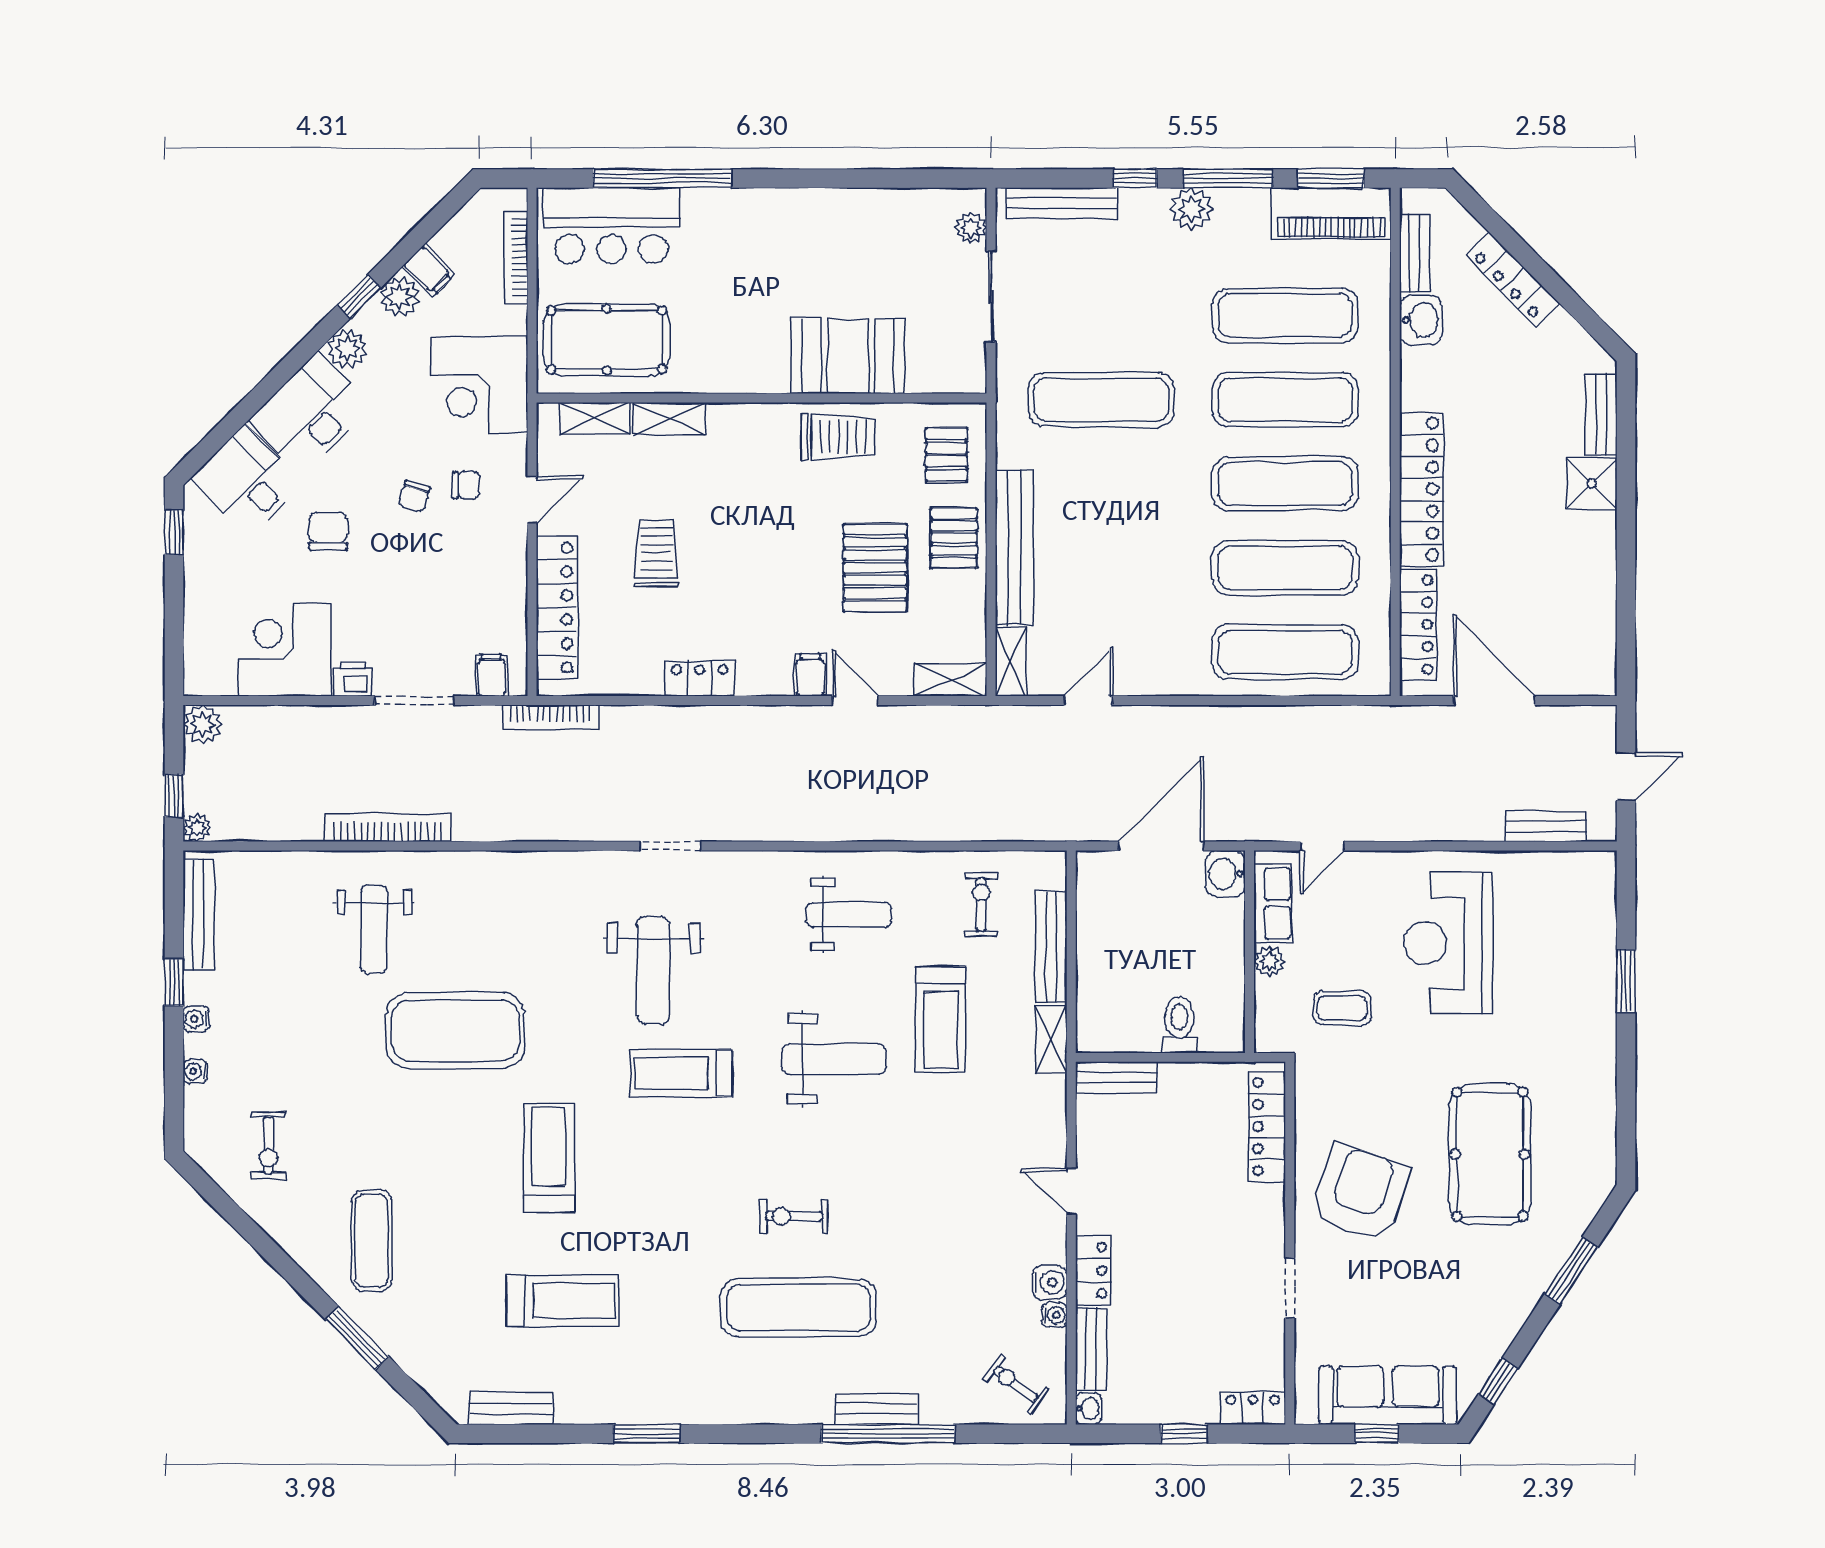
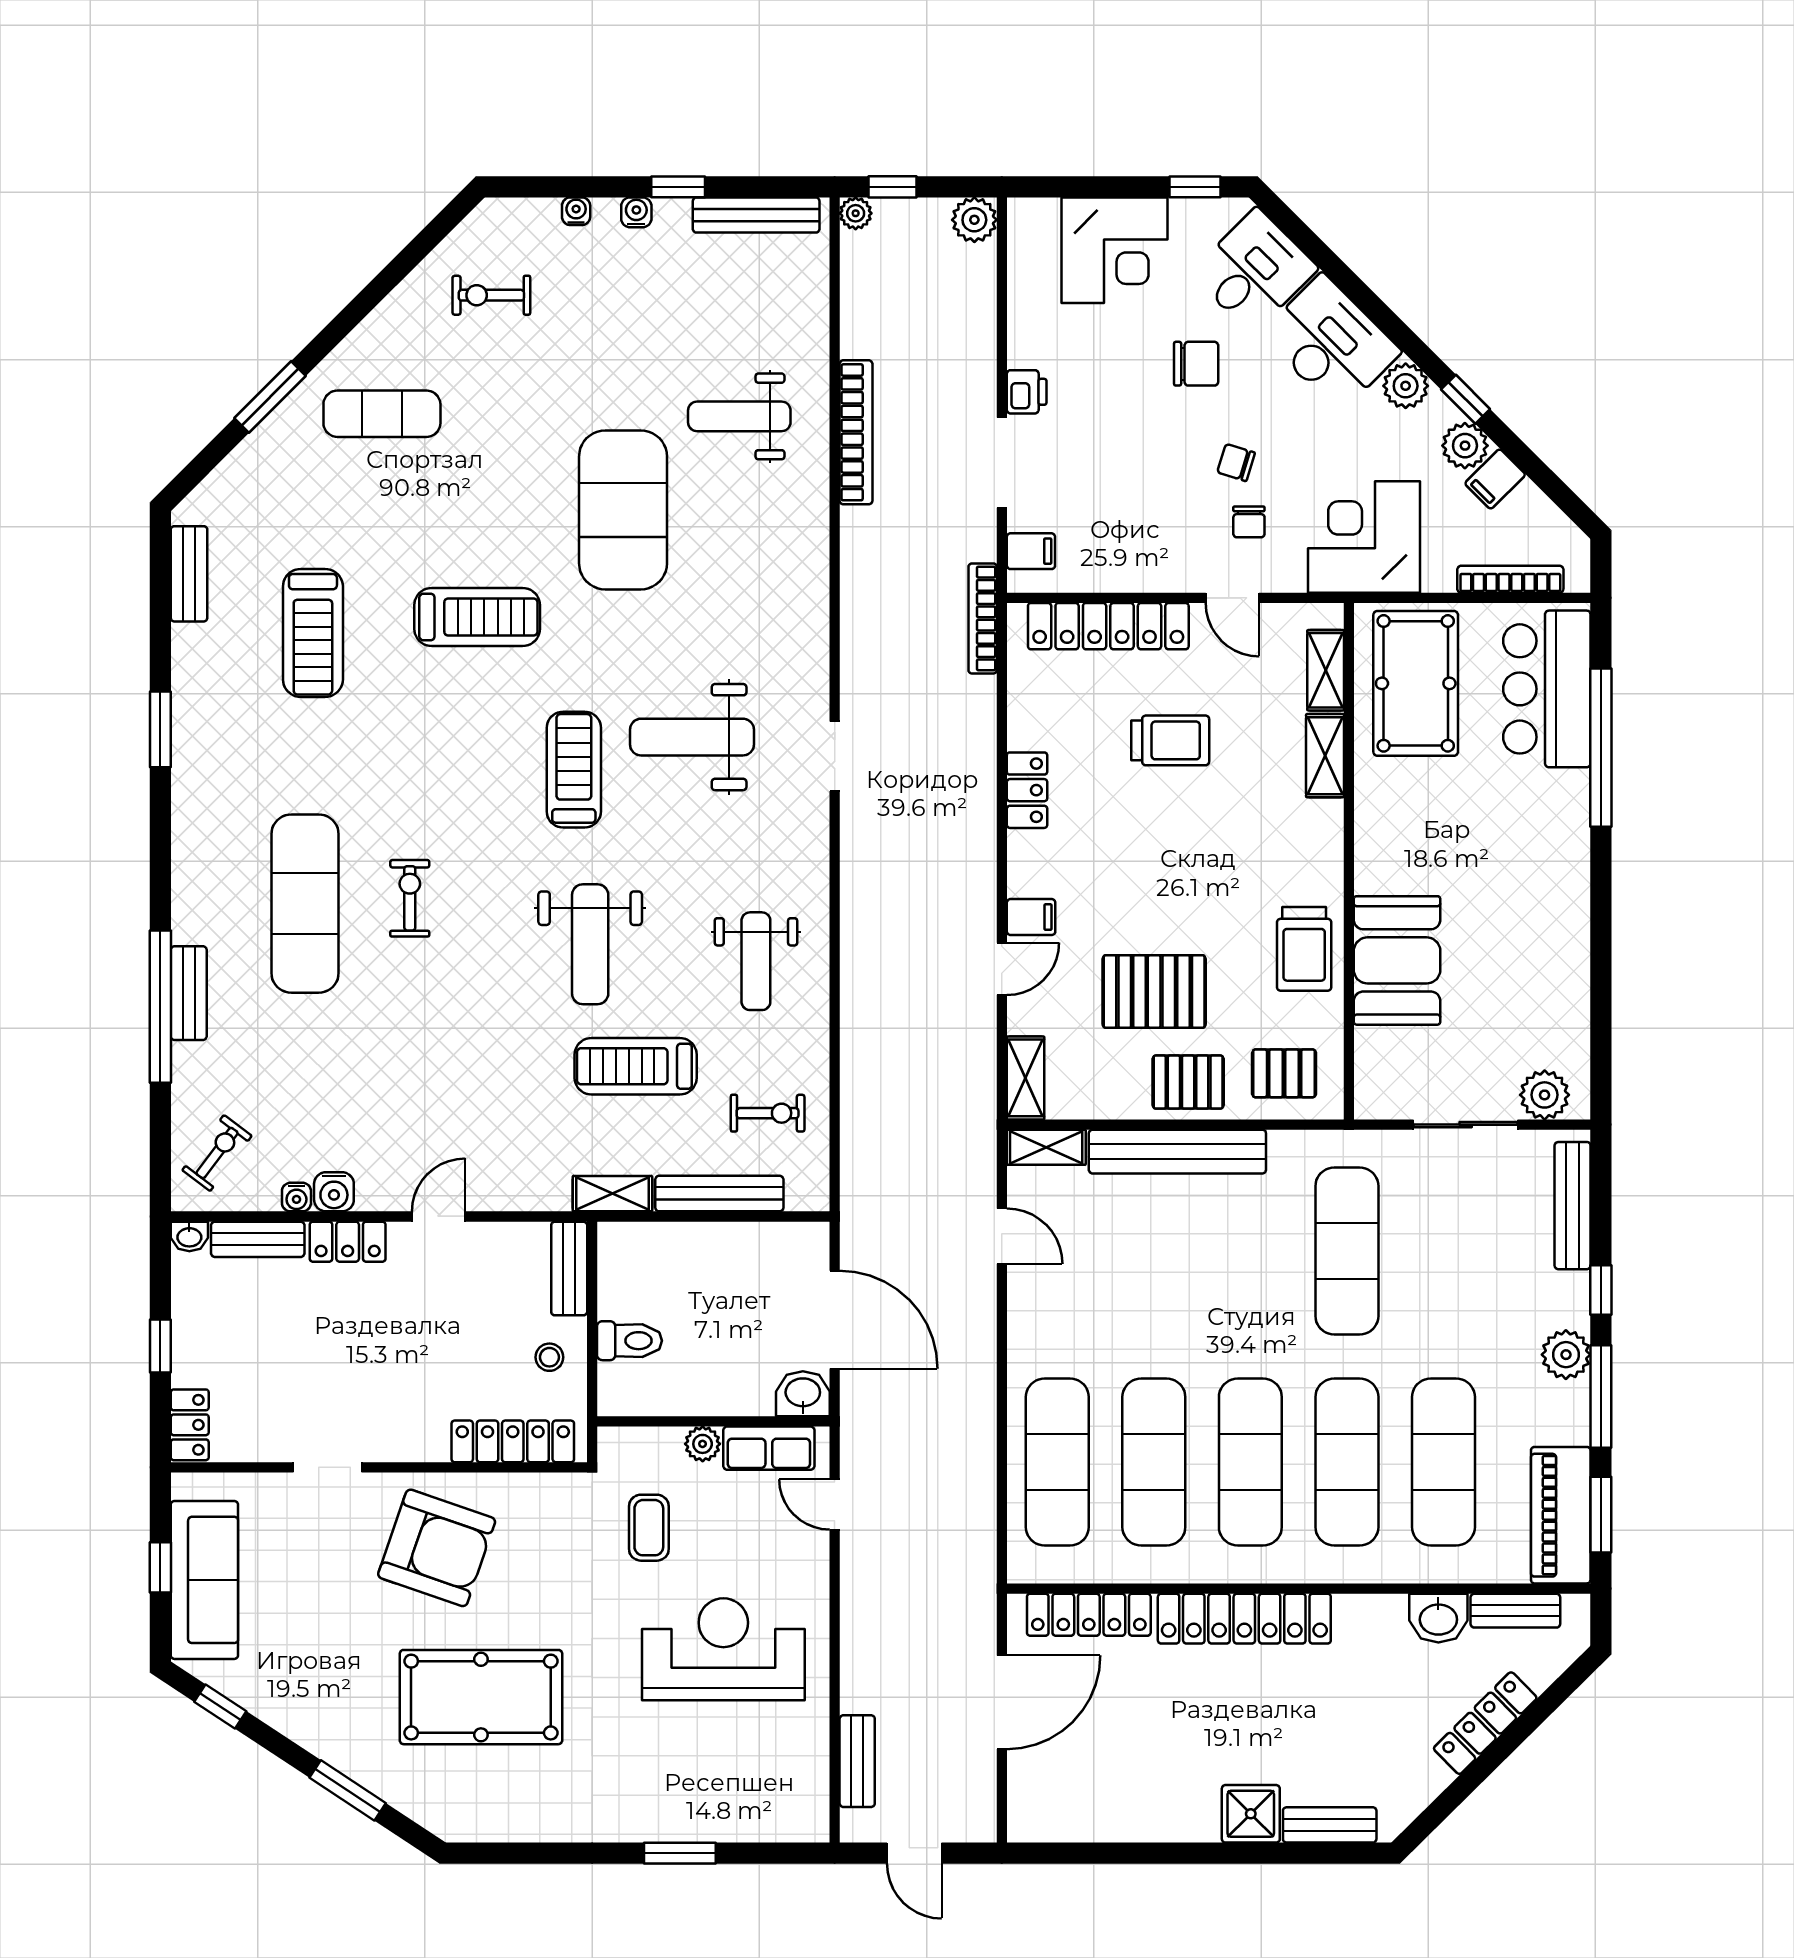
plant: (971, 228) -> (1545, 1095), width x1.38, depth x1.38
corner desk: (285, 650) -> (1115, 250), moved, turned 90
stool: (1194, 1095) -> (549, 1357), added

